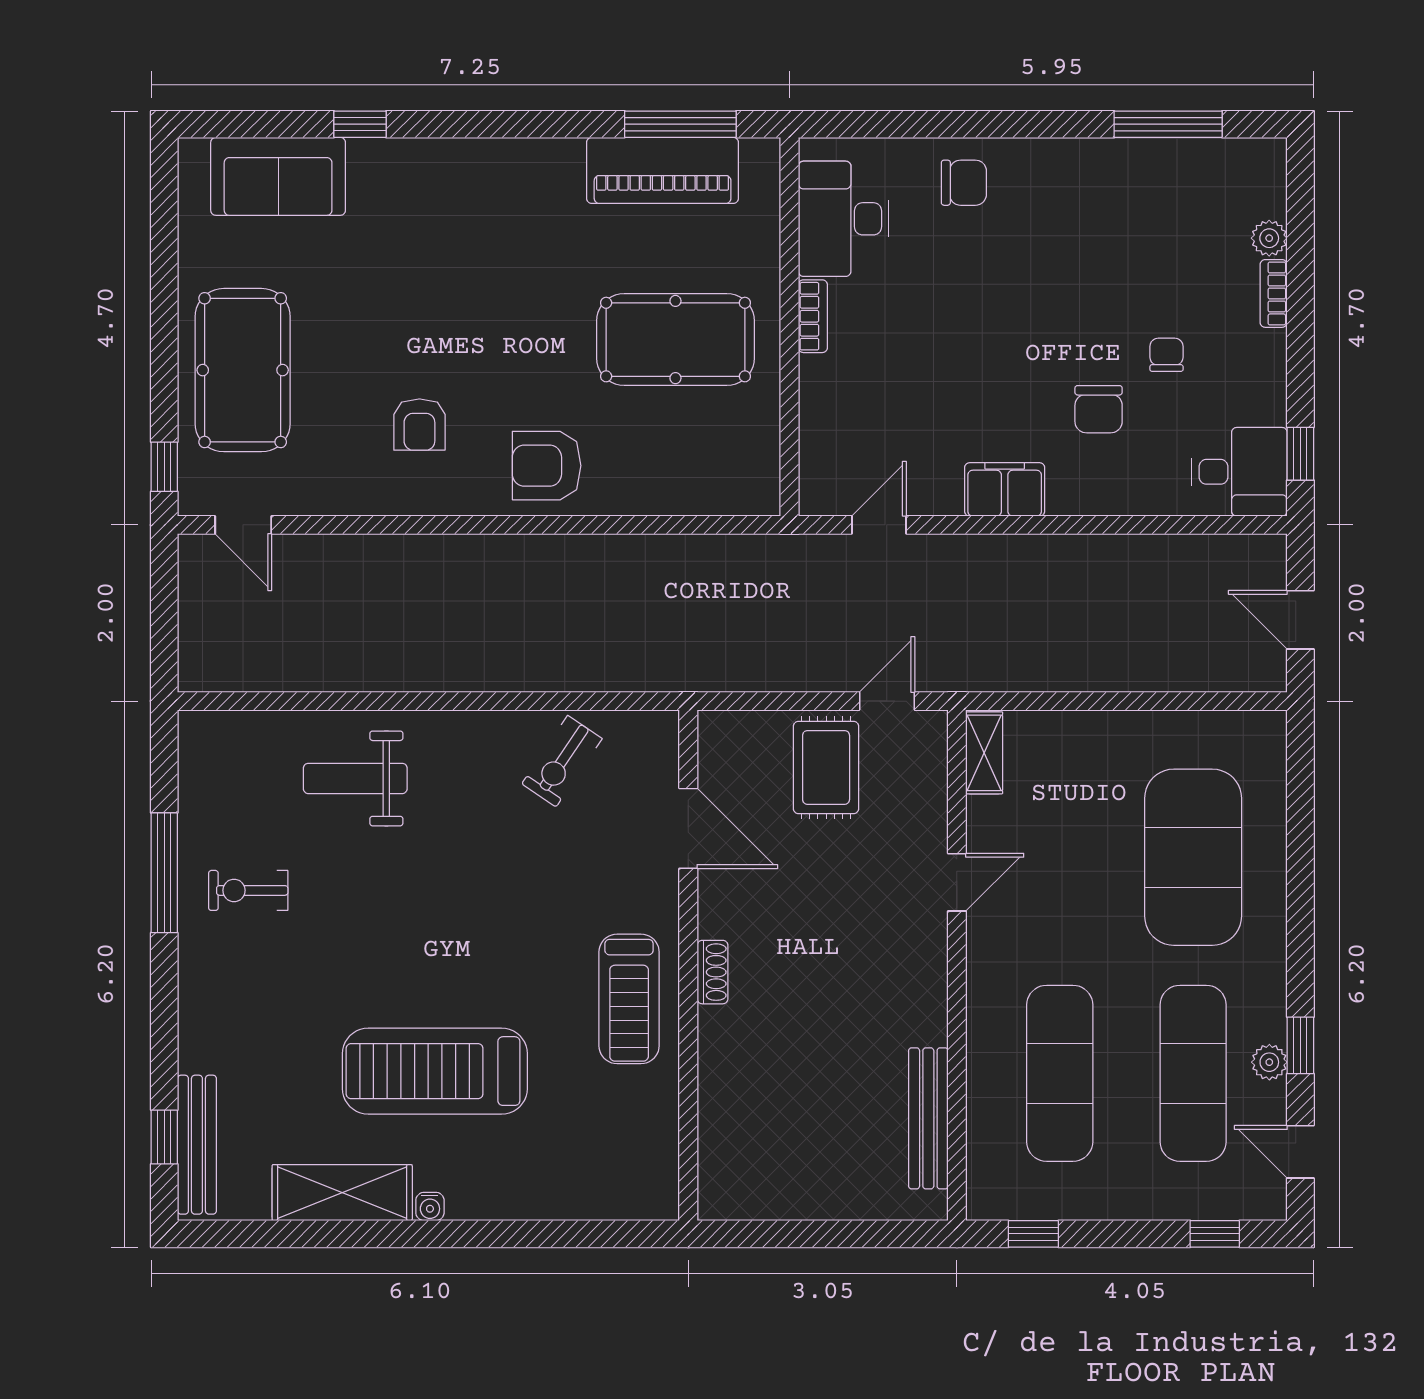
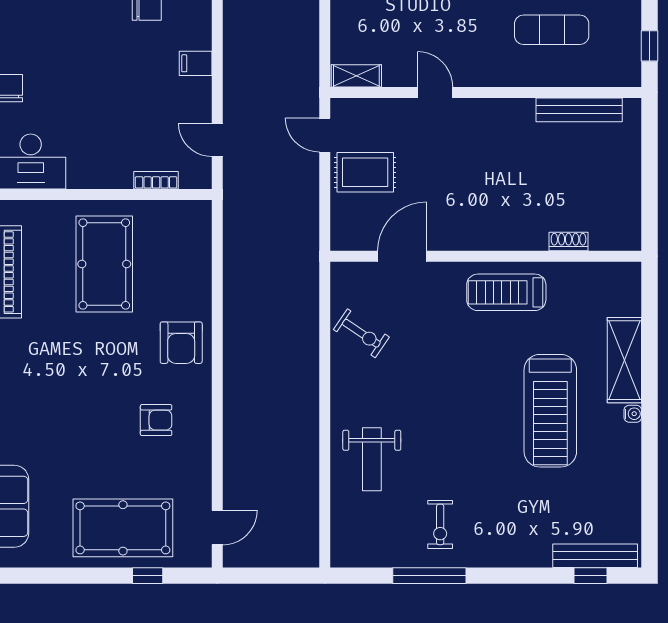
bookcase: (813, 316) -> (156, 180), moved
window: (164, 467) -> (148, 576), moved
filing cabinet: (1005, 489) -> (196, 63), width x0.50
shoe rack: (712, 972) -> (569, 241), moved
treadmill: (629, 999) -> (506, 292), turned 180
exercise mat: (1060, 1073) -> (552, 30), width x0.73, depth x0.69
shelving: (342, 1193) -> (624, 360), moved

